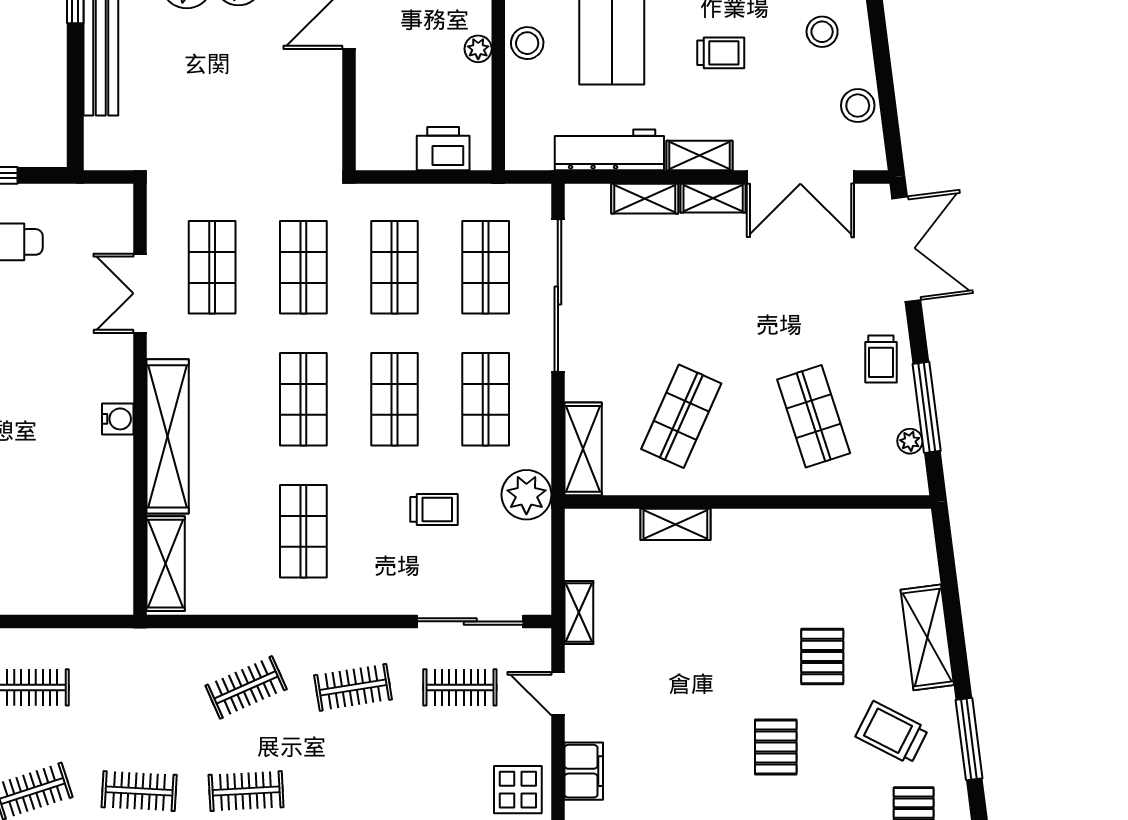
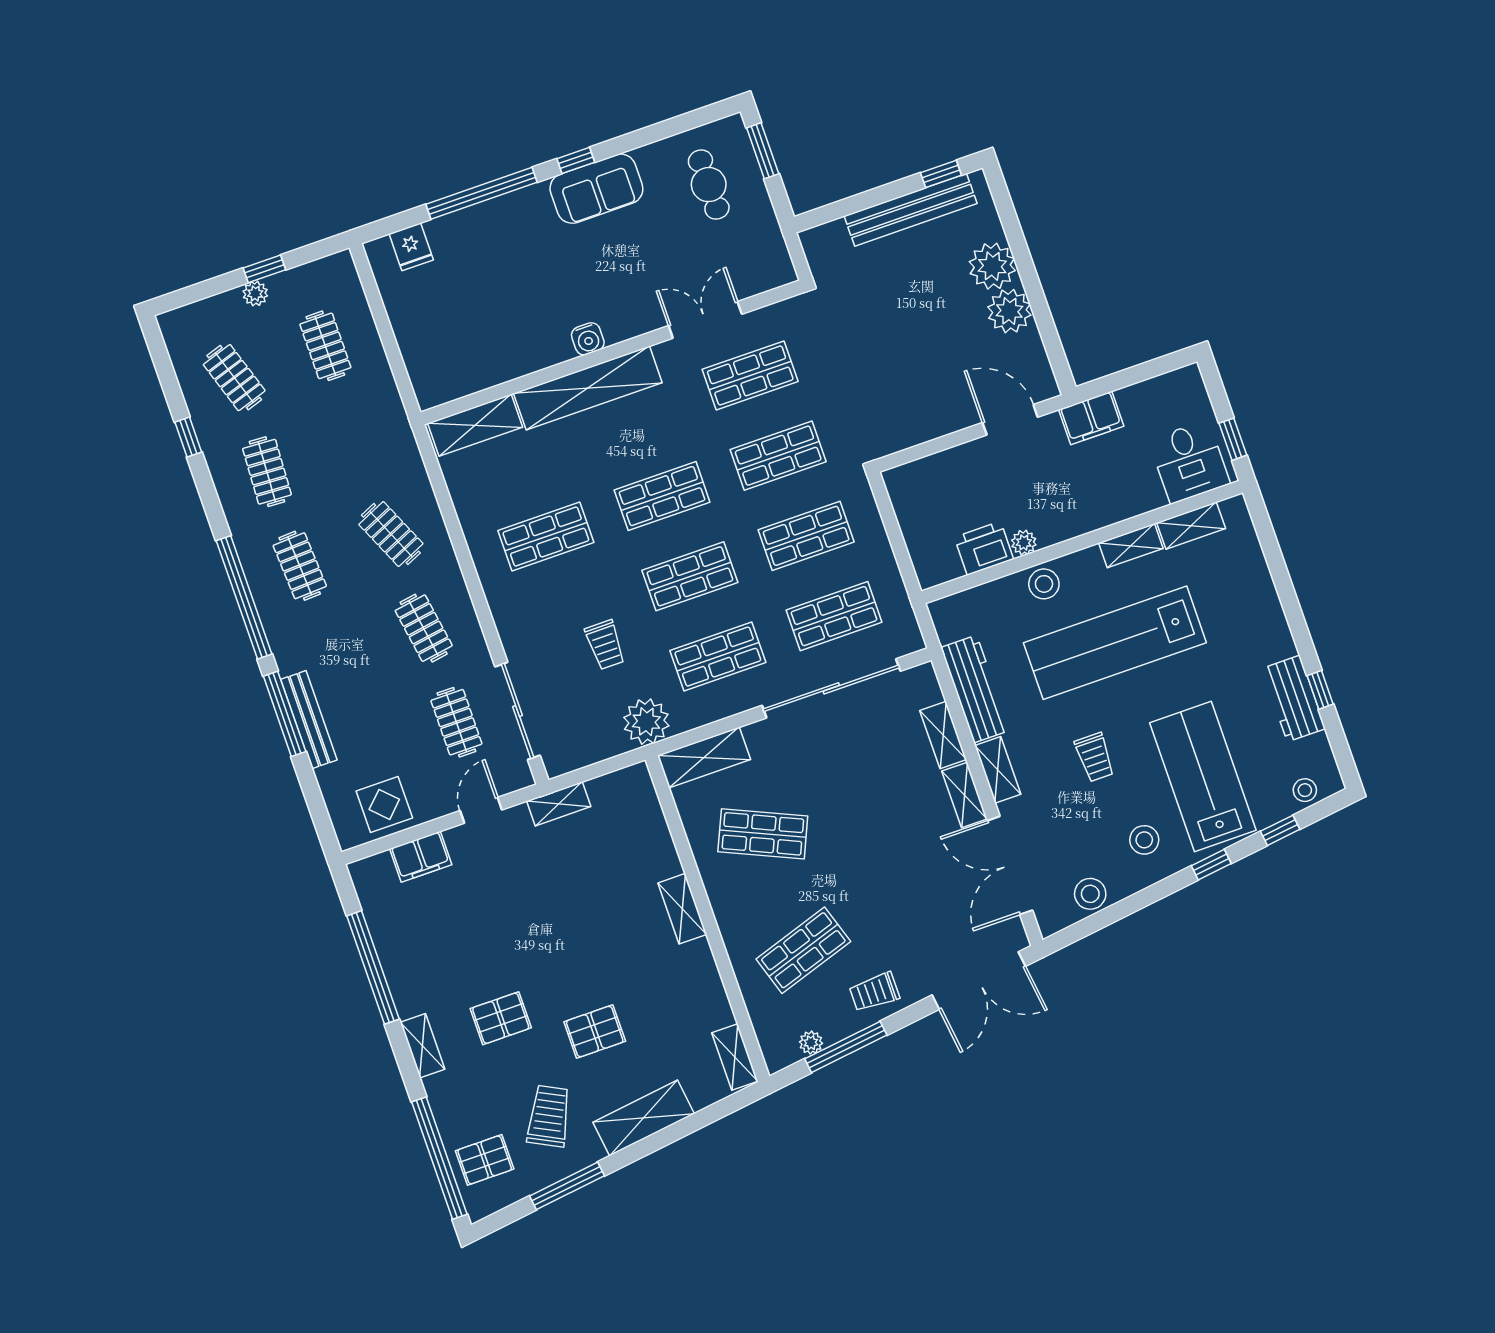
printer: (443, 149) -> (984, 548), moved, turned -90
shelving: (898, 523) -> (735, 1057), added
shelving: (675, 524) -> (682, 909), moved

